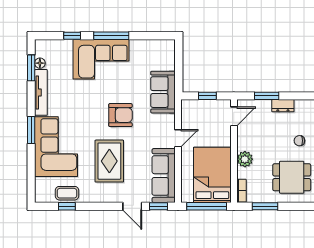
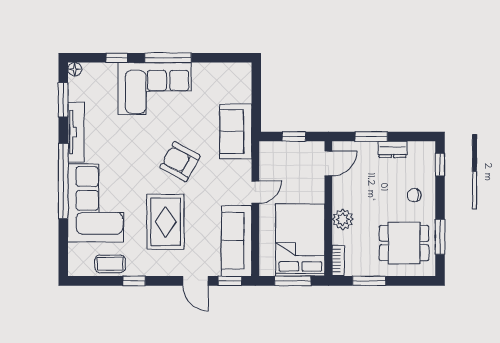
floor lamp: (40, 63) -> (75, 69), moved
armchair: (120, 115) -> (180, 162), turned -151
window: (31, 130) -> (63, 181), width x2.11
window: (67, 206) -> (134, 281), moved
window: (207, 206) -> (293, 281), width x0.69

